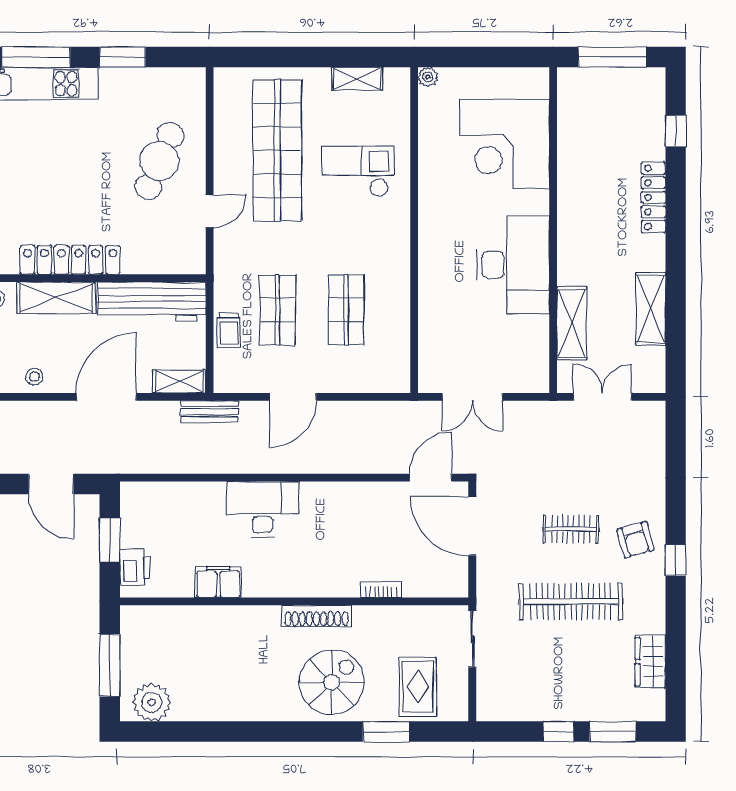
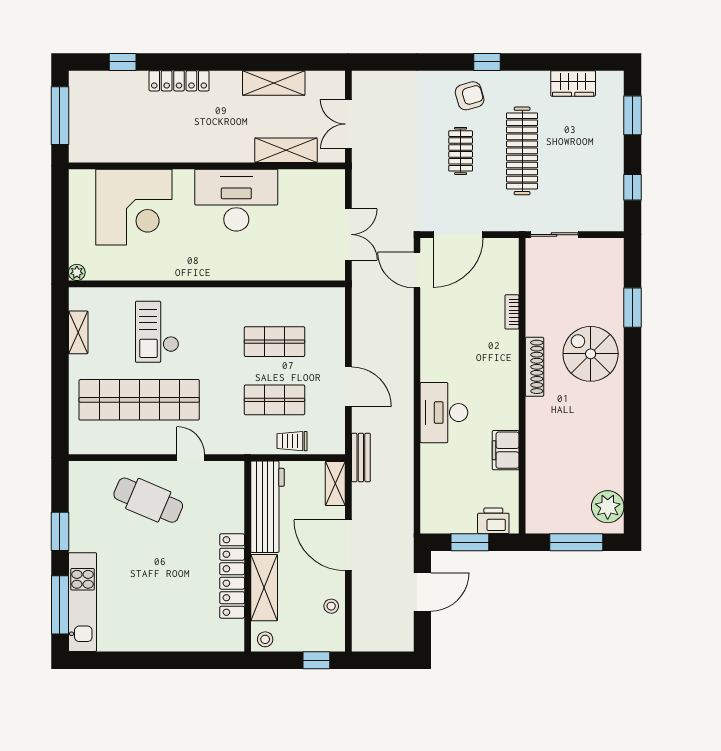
trolley: (229, 330) -> (292, 441), turned 180
rug: (418, 687) -> (594, 281), removed
window: (558, 732) -> (632, 187), moved

